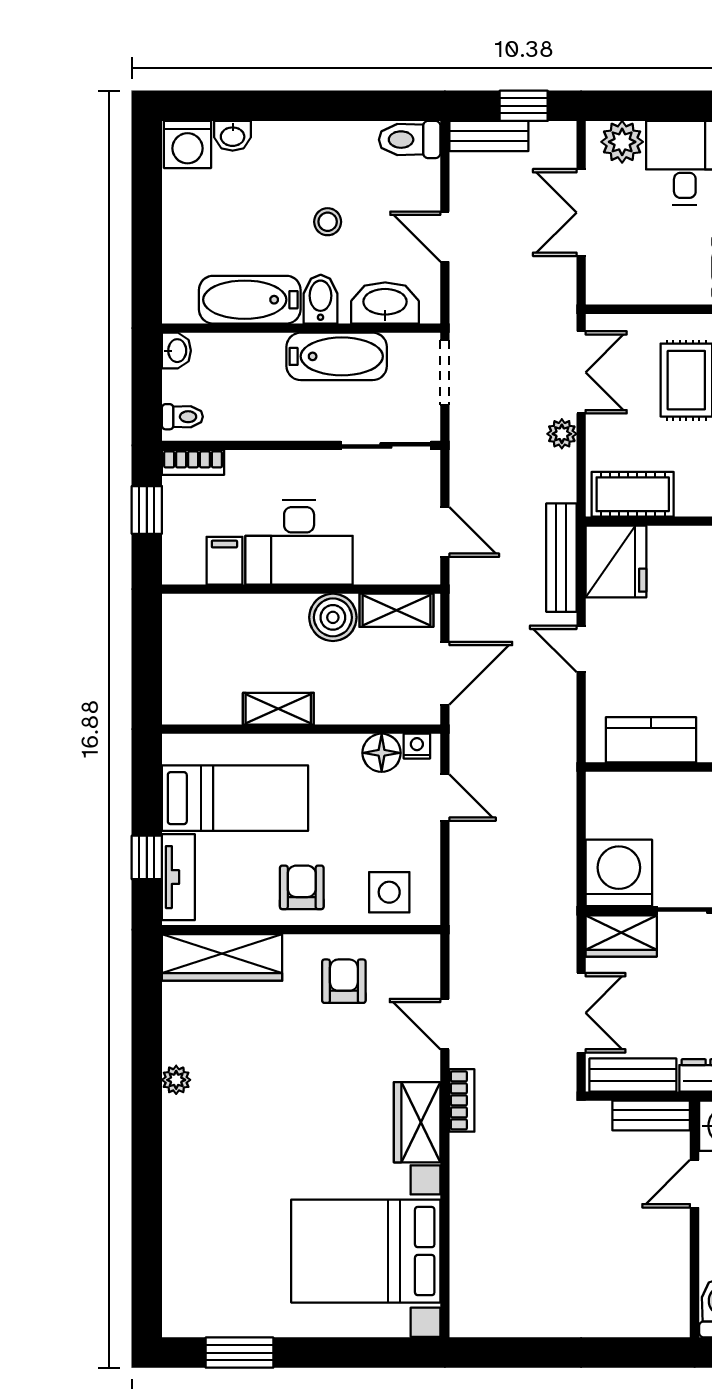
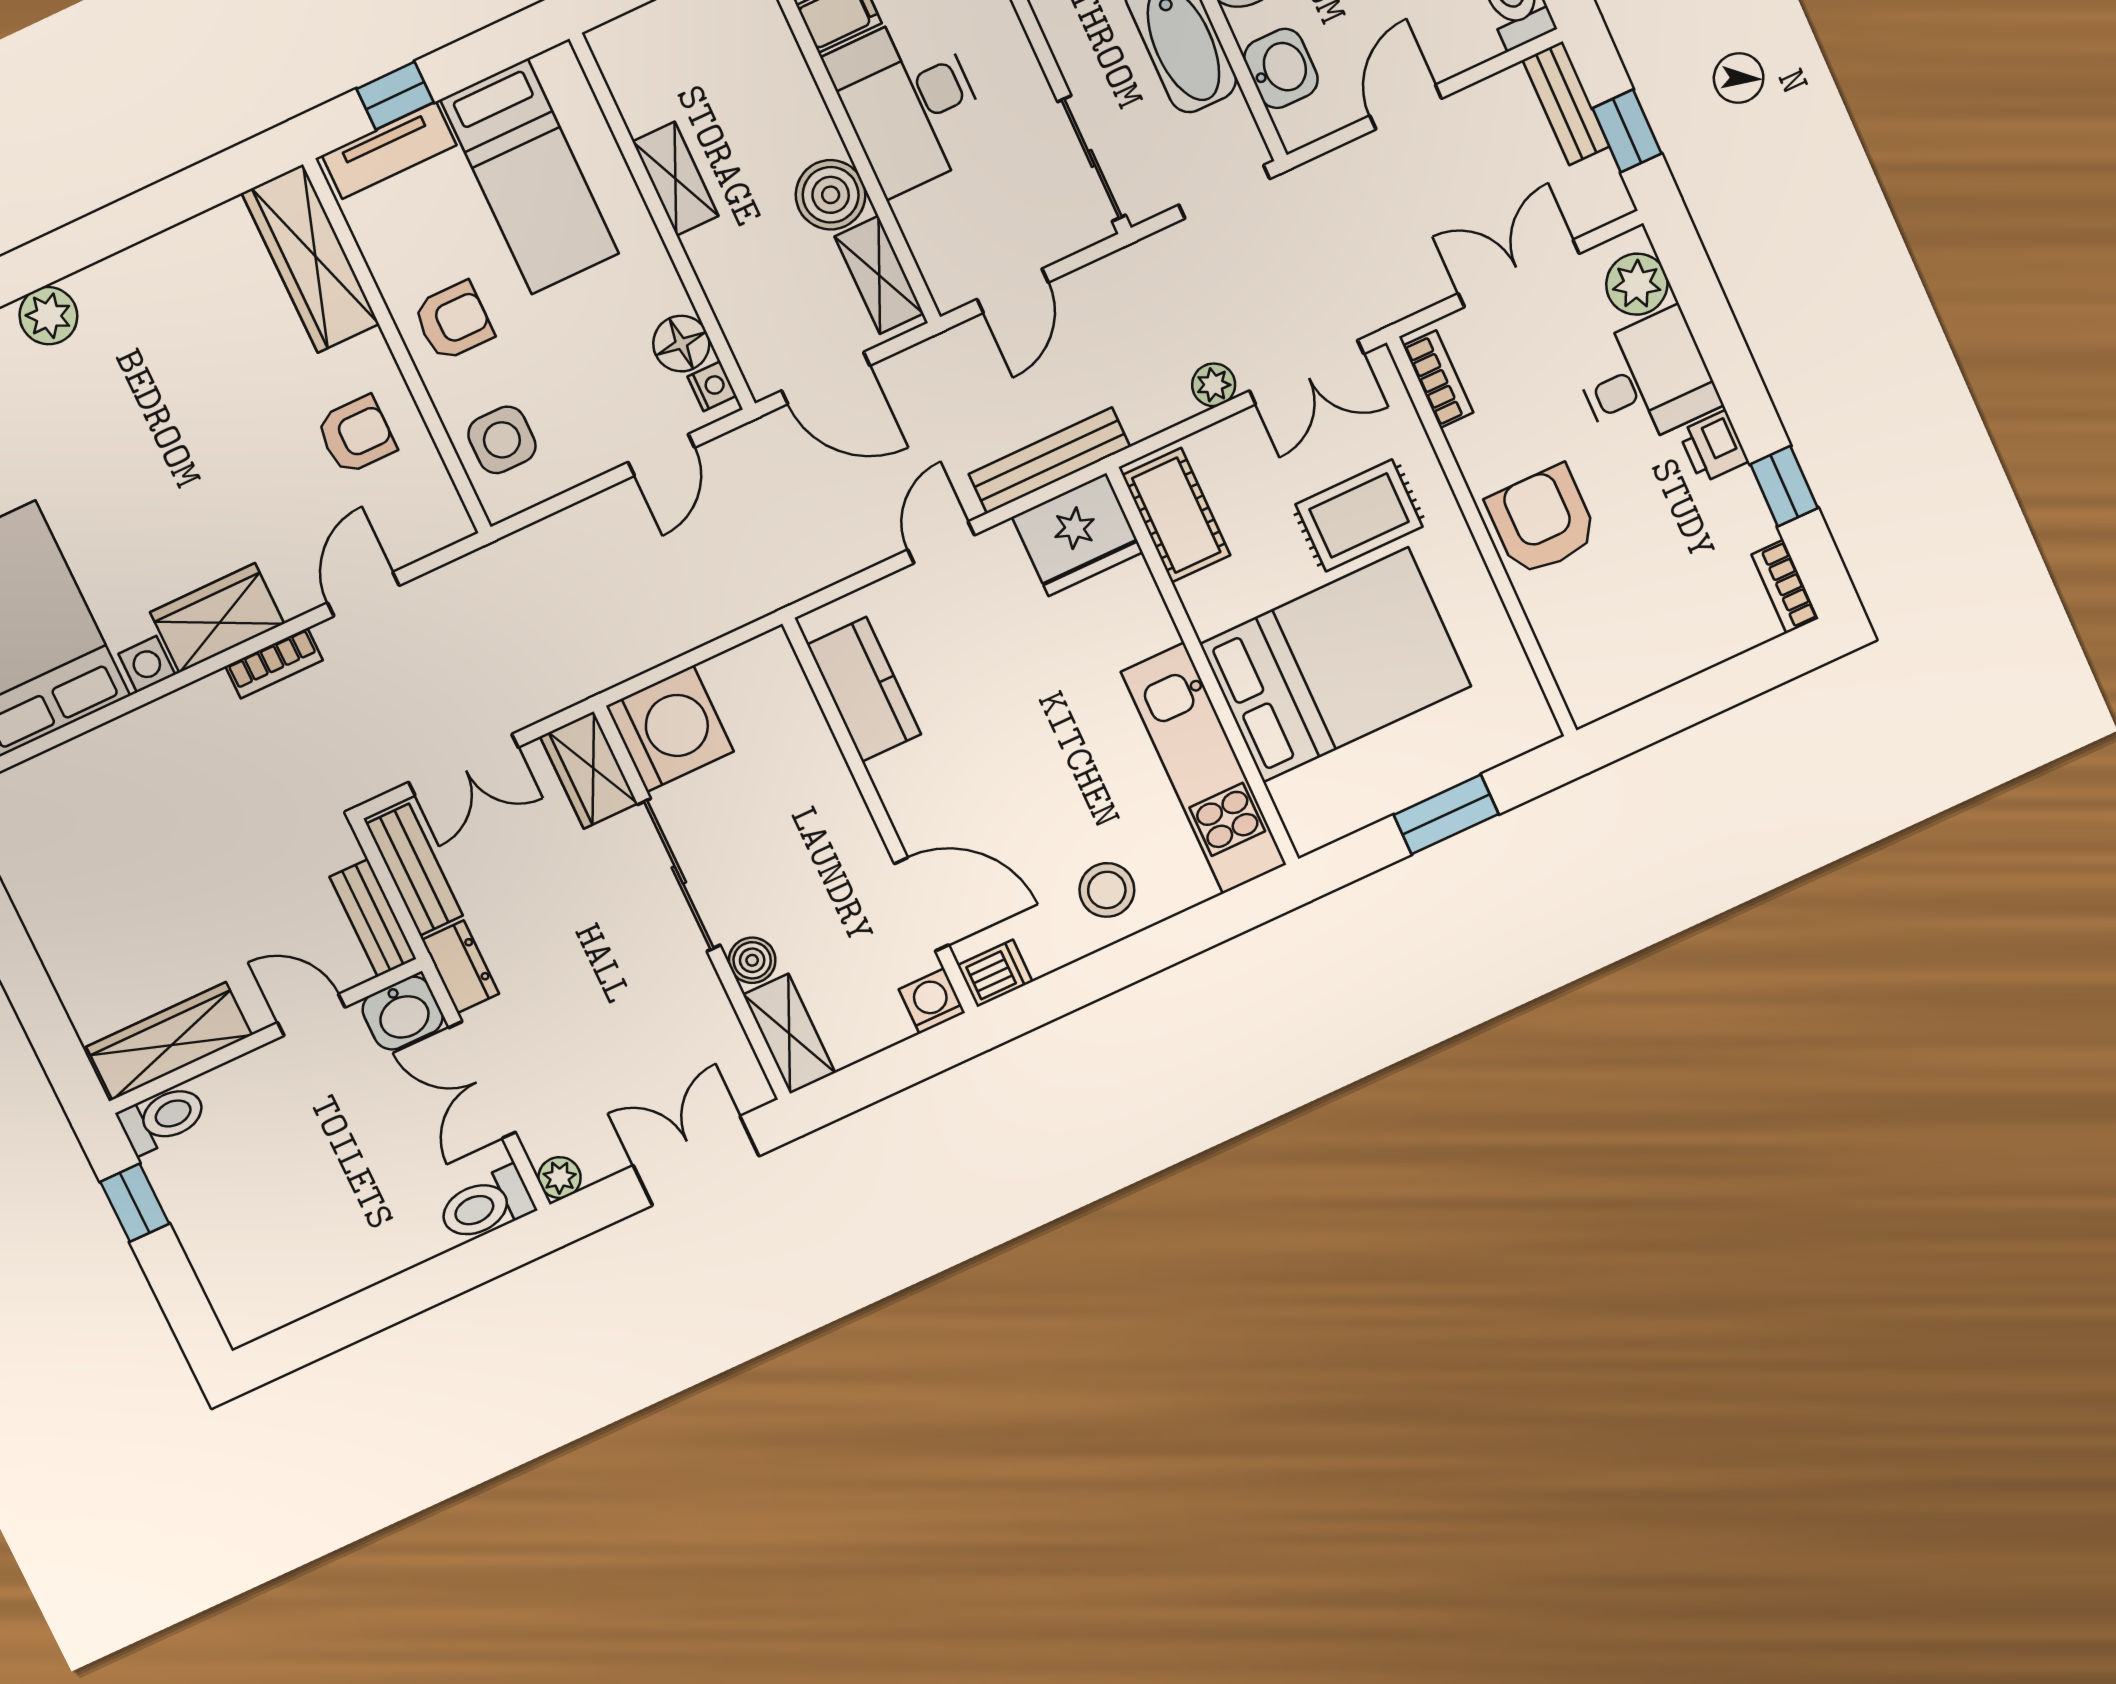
bookcase: (624, 292) -> (1438, 379), added
washbasin: (385, 303) -> (1281, 68), width x0.72
plant: (176, 1080) -> (48, 316), moved, width x1.38, depth x1.38
wardrobe: (669, 1281) -> (169, 1041), added

